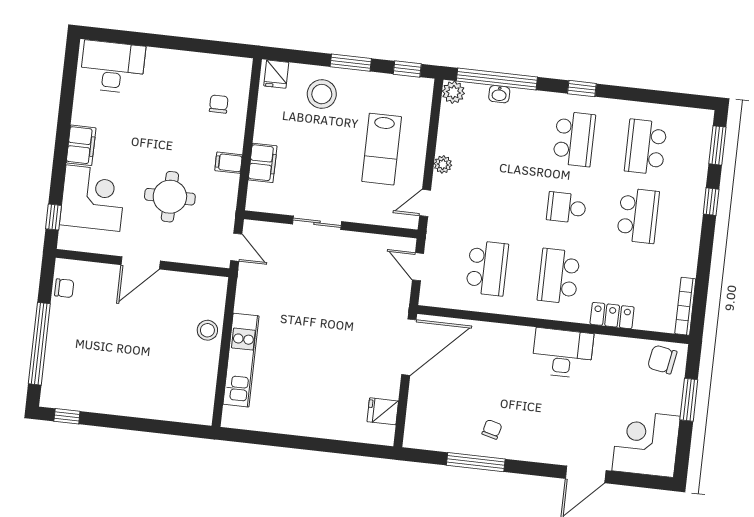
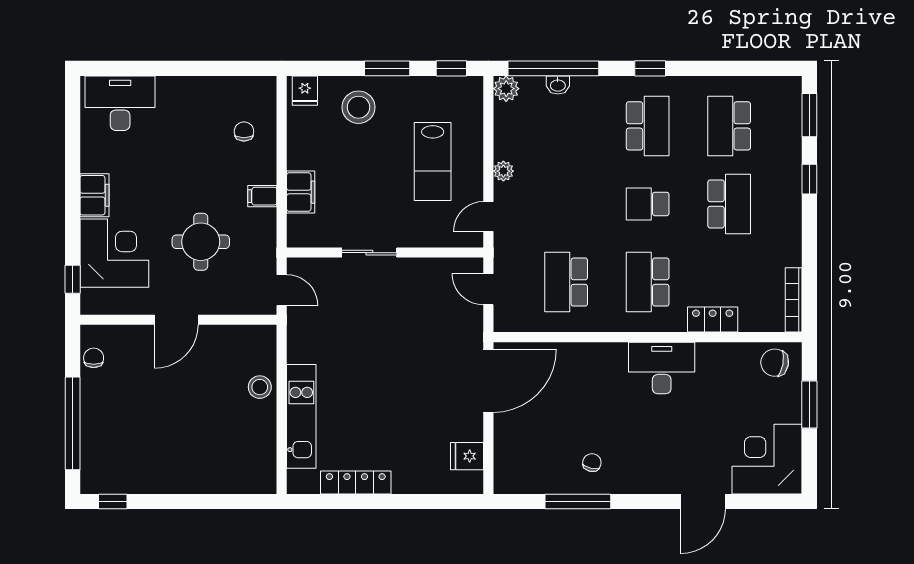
school desk: (487, 268) -> (566, 282), turned 180
chair: (64, 288) -> (94, 358), turned -90
locker: (282, 423) -> (356, 482), added

